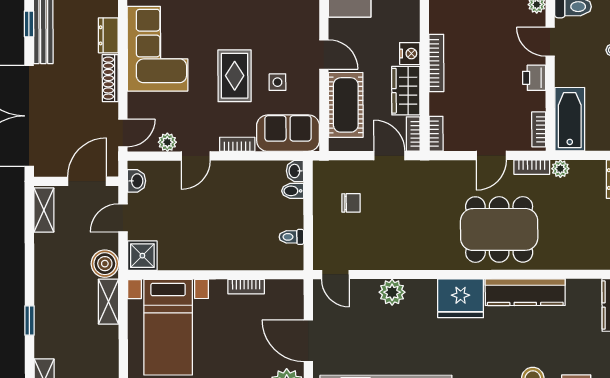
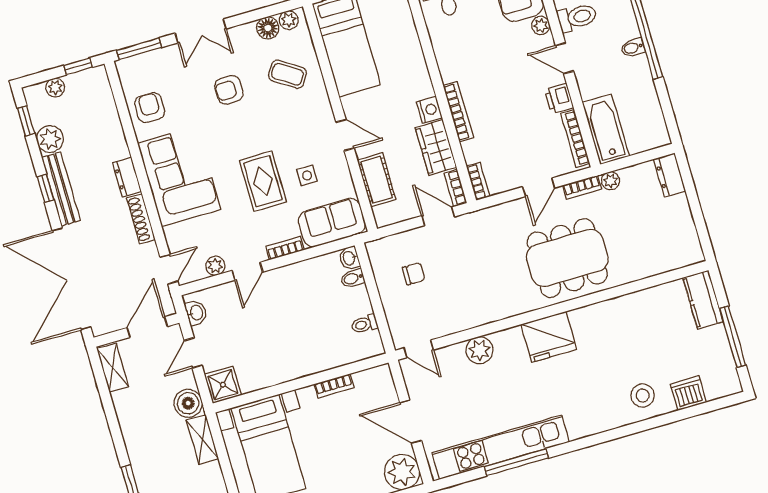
cot: (346, 105) -> (377, 180), width x0.73, depth x0.75
bookcase: (539, 129) -> (575, 138), width x1.56
kitchen counter: (525, 292) -> (611, 312), removed

